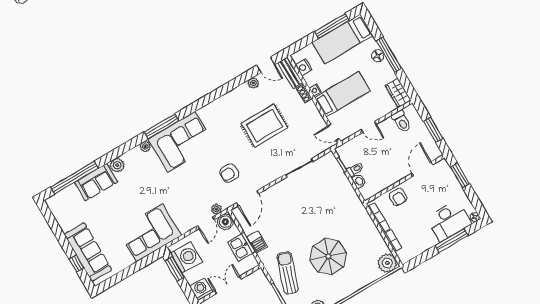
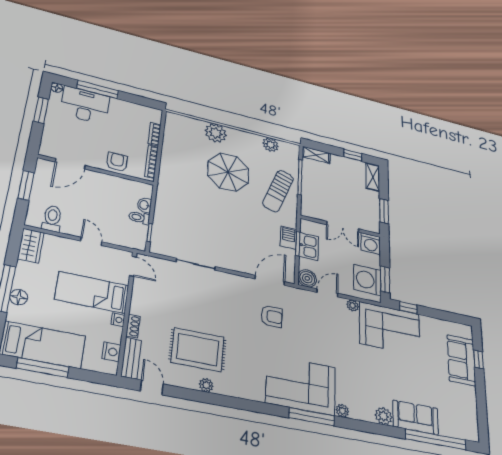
plant: (253, 83) -> (206, 385), moved
rug: (264, 126) -> (198, 350), moved
window: (460, 175) -> (41, 110), moved
plant: (216, 209) -> (353, 305), moved
sofa: (88, 252) -> (461, 360), width x0.73
window: (146, 261) -> (408, 308), added
plant: (387, 263) -> (216, 133), moved

